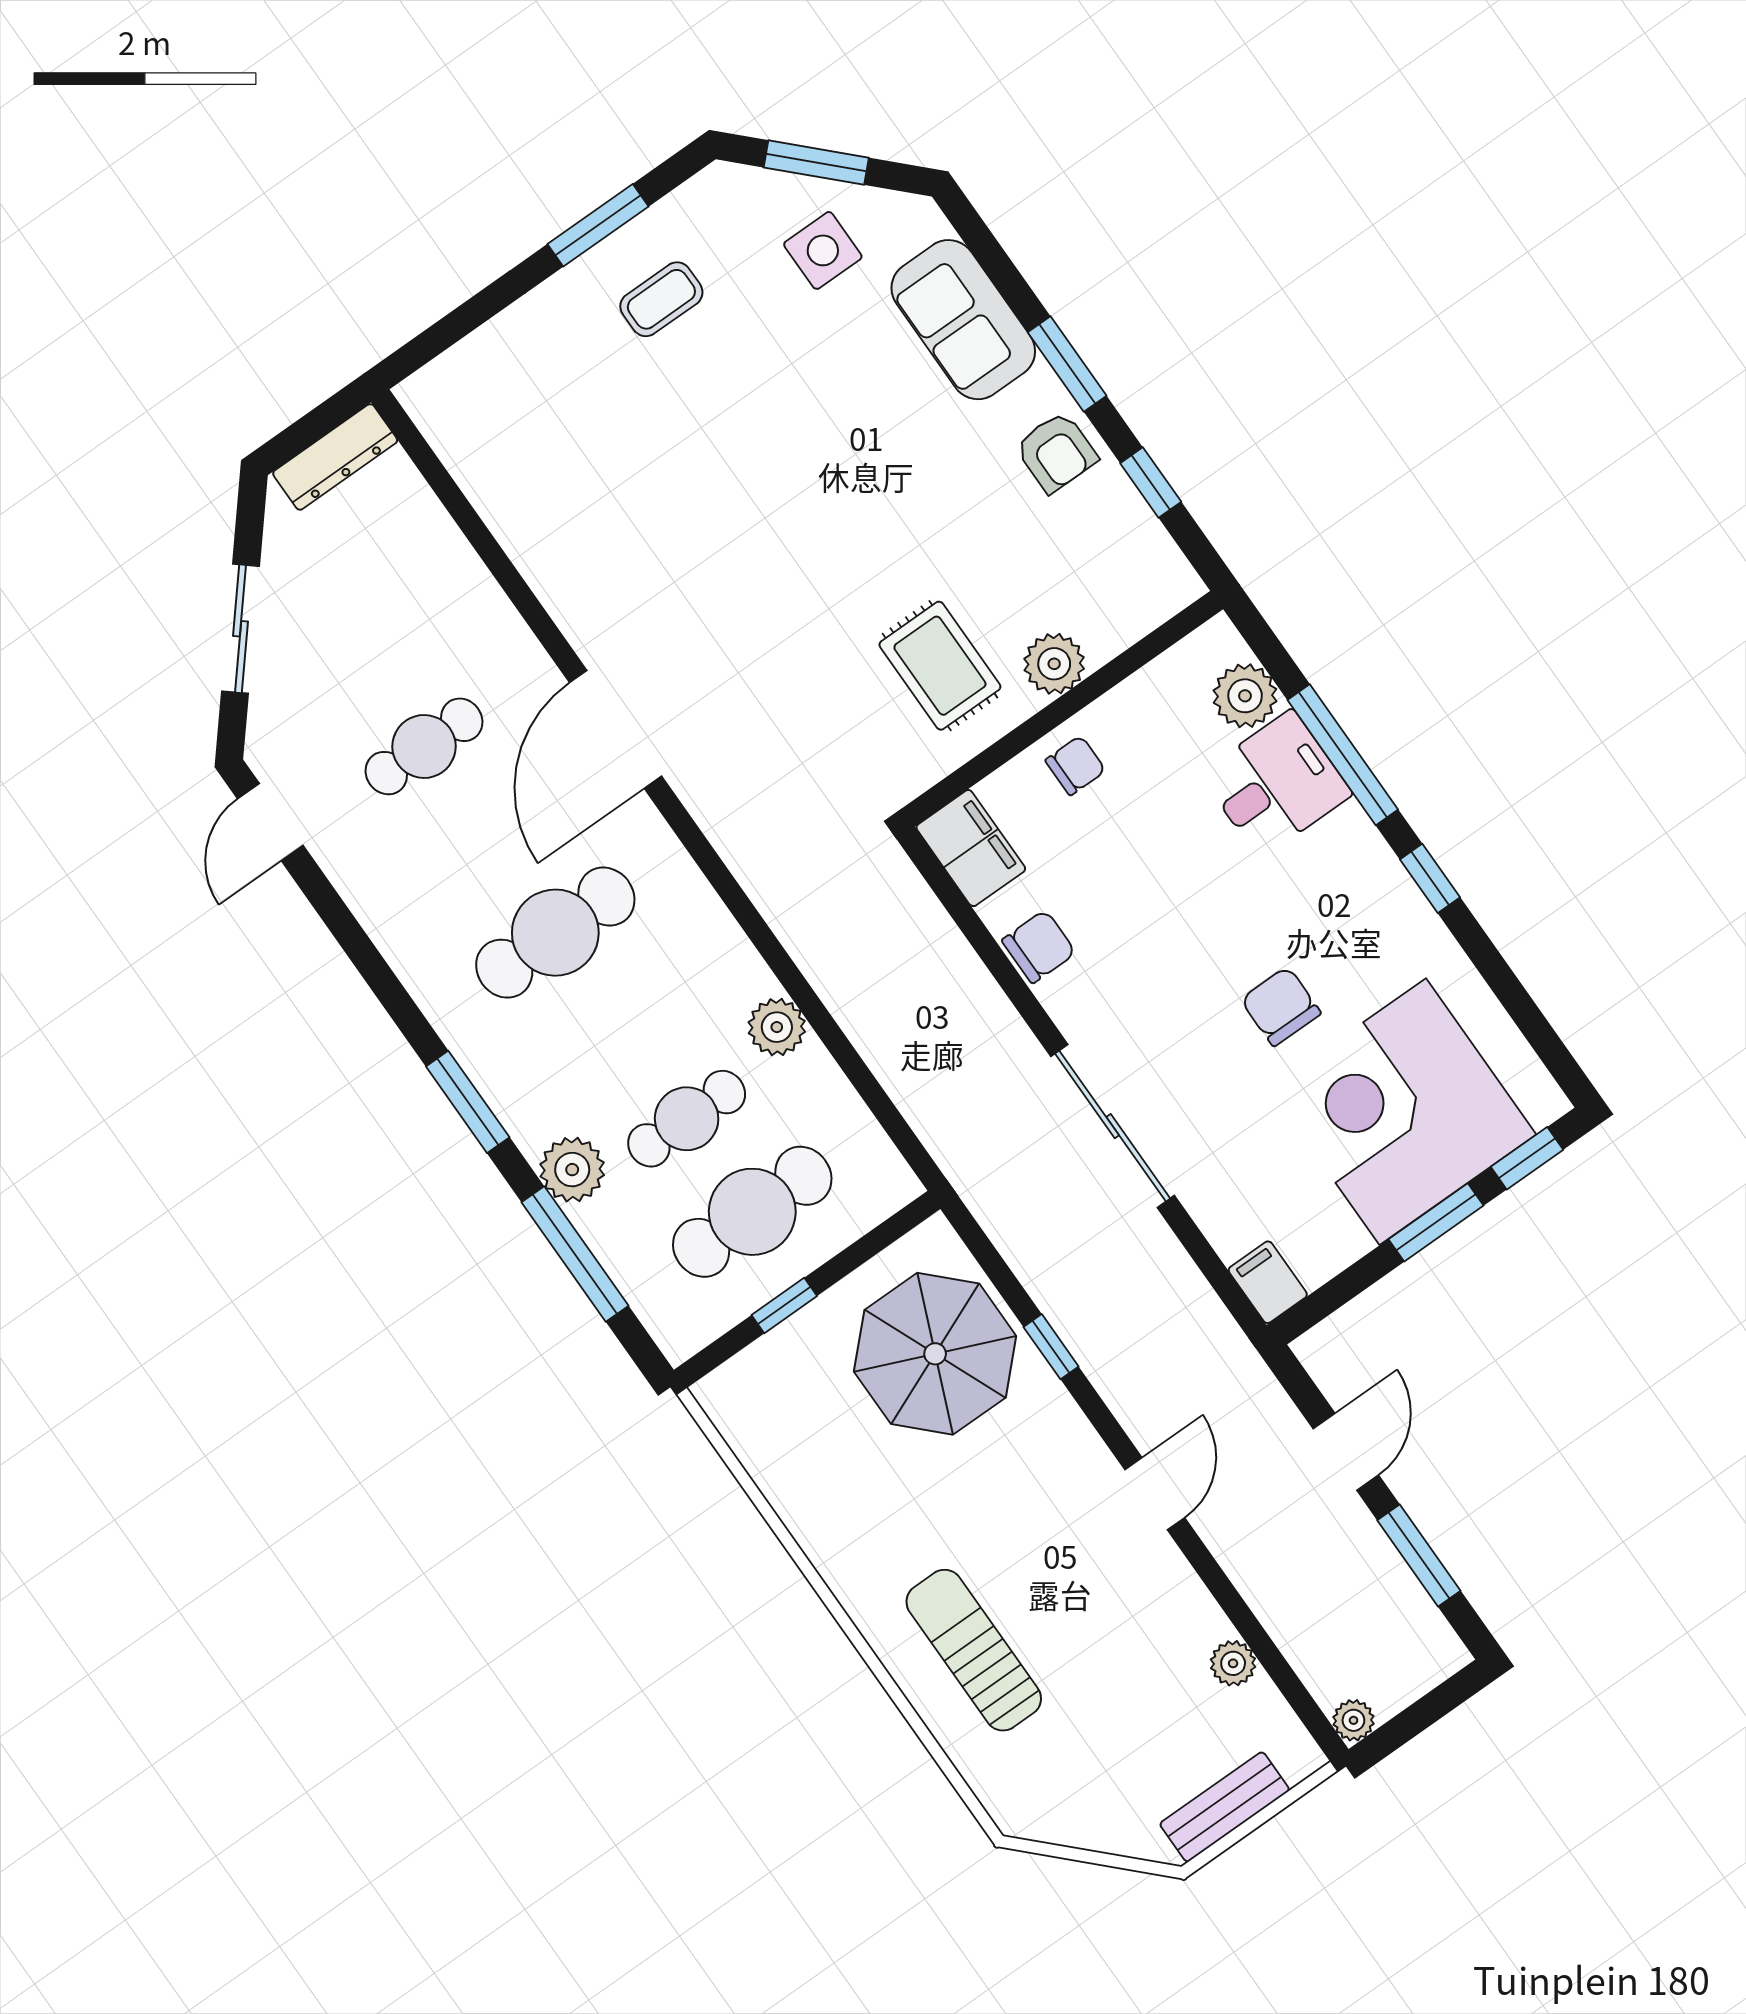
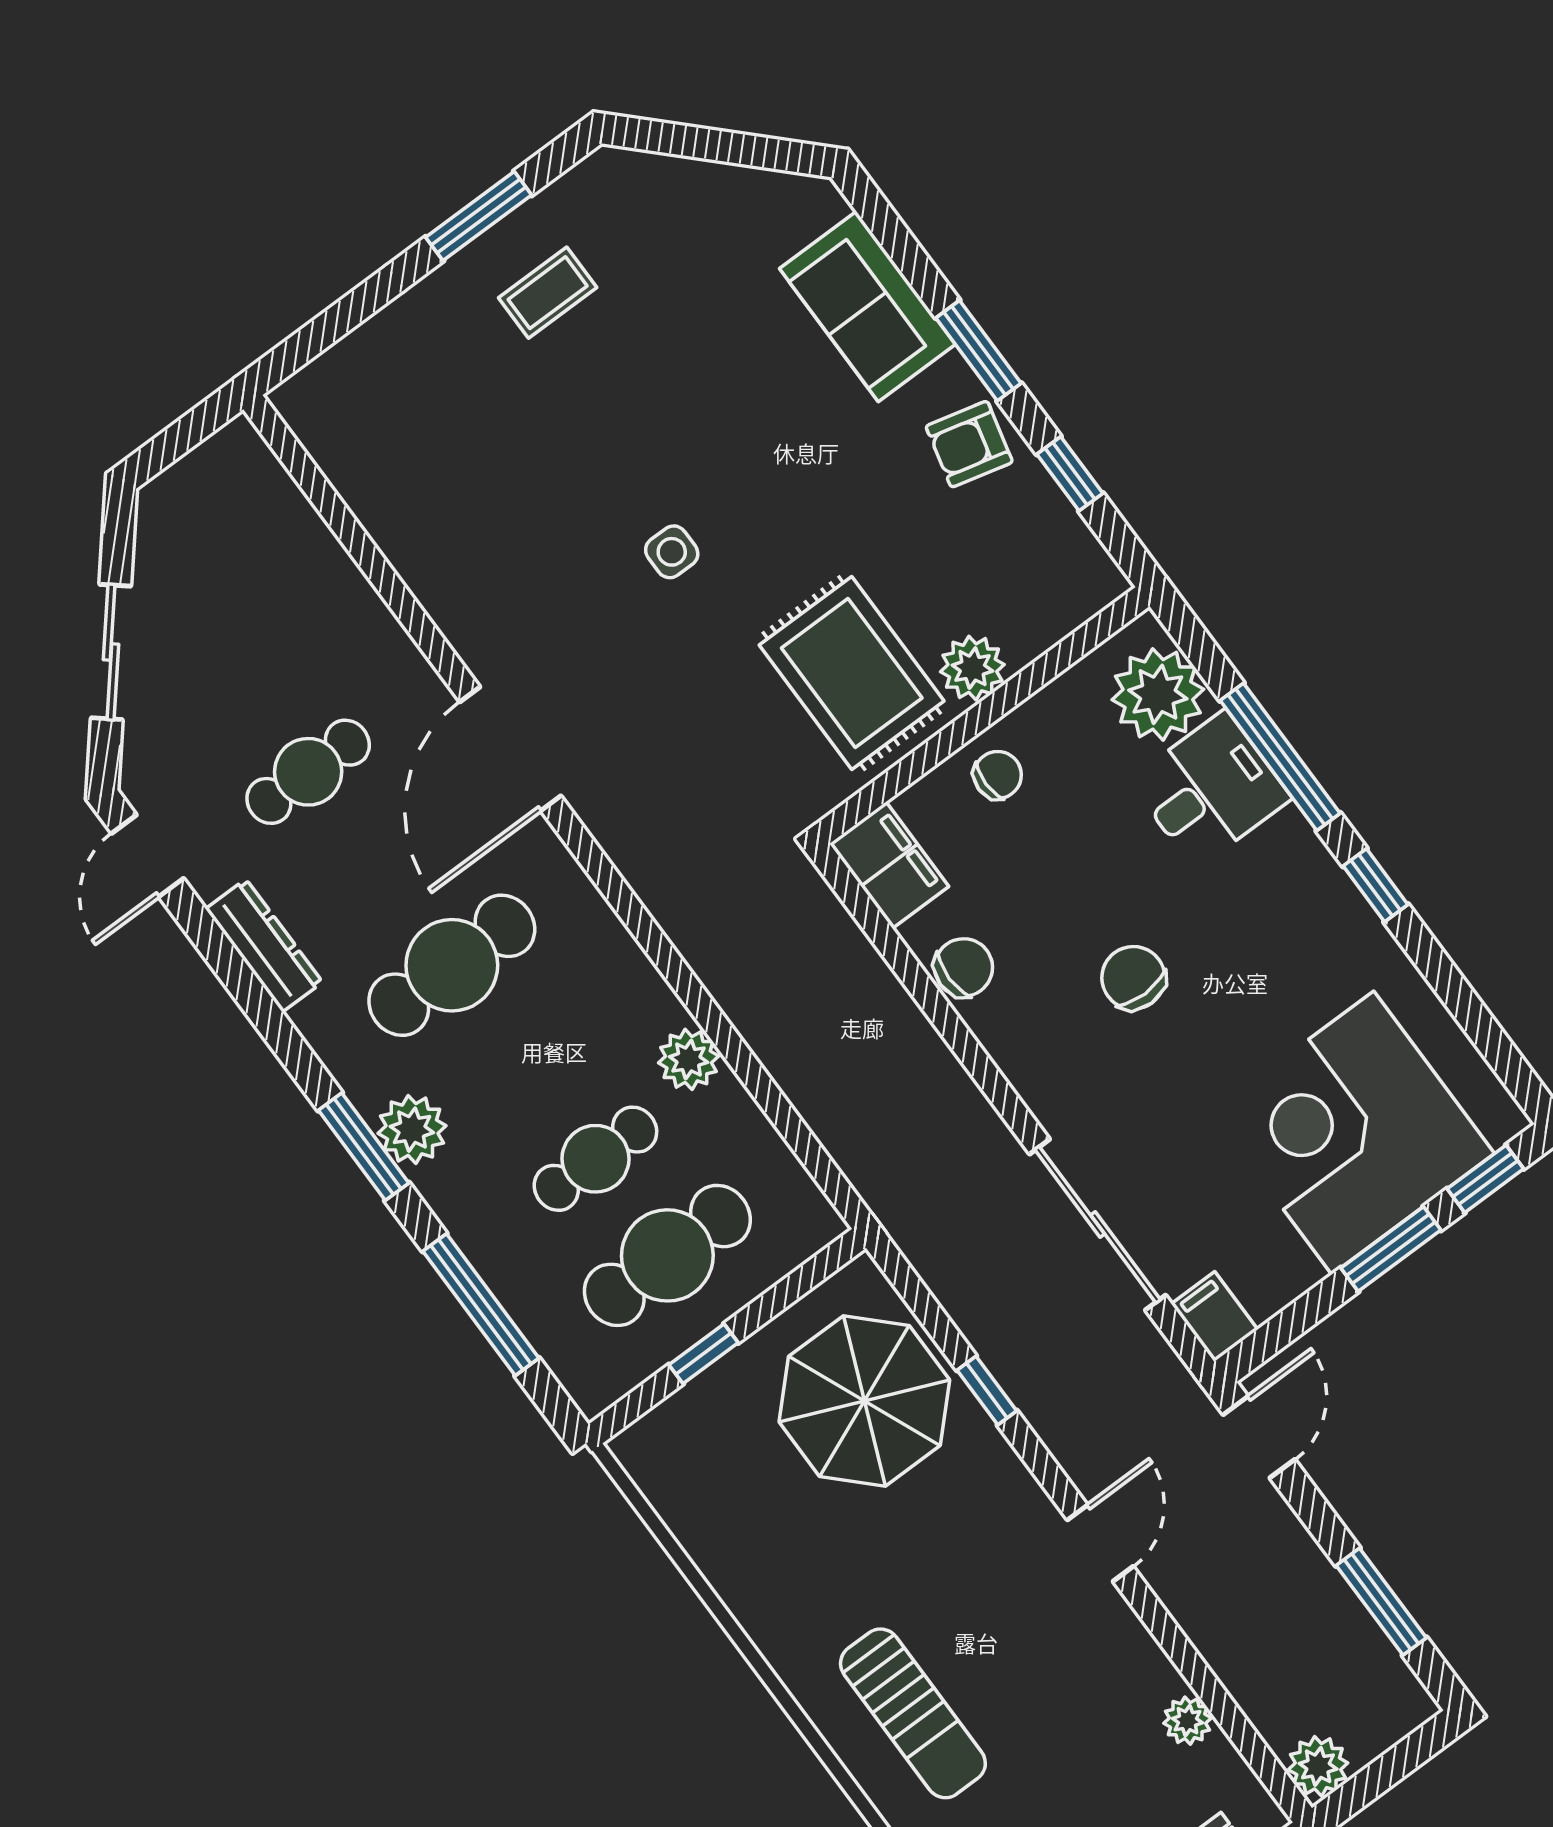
window: (816, 163) -> (708, 144), removed
side table: (823, 250) -> (672, 552), moved, width x0.73, depth x0.73
armchair: (1056, 452) -> (969, 444), turned 104
dresser: (335, 457) -> (264, 946), moved, turned -90
rug: (940, 666) -> (852, 673), width x1.36, depth x1.43
plant: (1245, 696) -> (1158, 694), width x1.36, depth x1.36
chair: (1281, 1006) -> (1133, 978), moved
sliding door: (1113, 1126) -> (1098, 1225), moved
plant: (572, 1170) -> (412, 1130), moved
door: (1346, 1452) -> (1259, 1437), moved
sun lounger: (974, 1650) -> (913, 1713), turned 180
plant: (1353, 1720) -> (1318, 1766), width x1.38, depth x1.38

